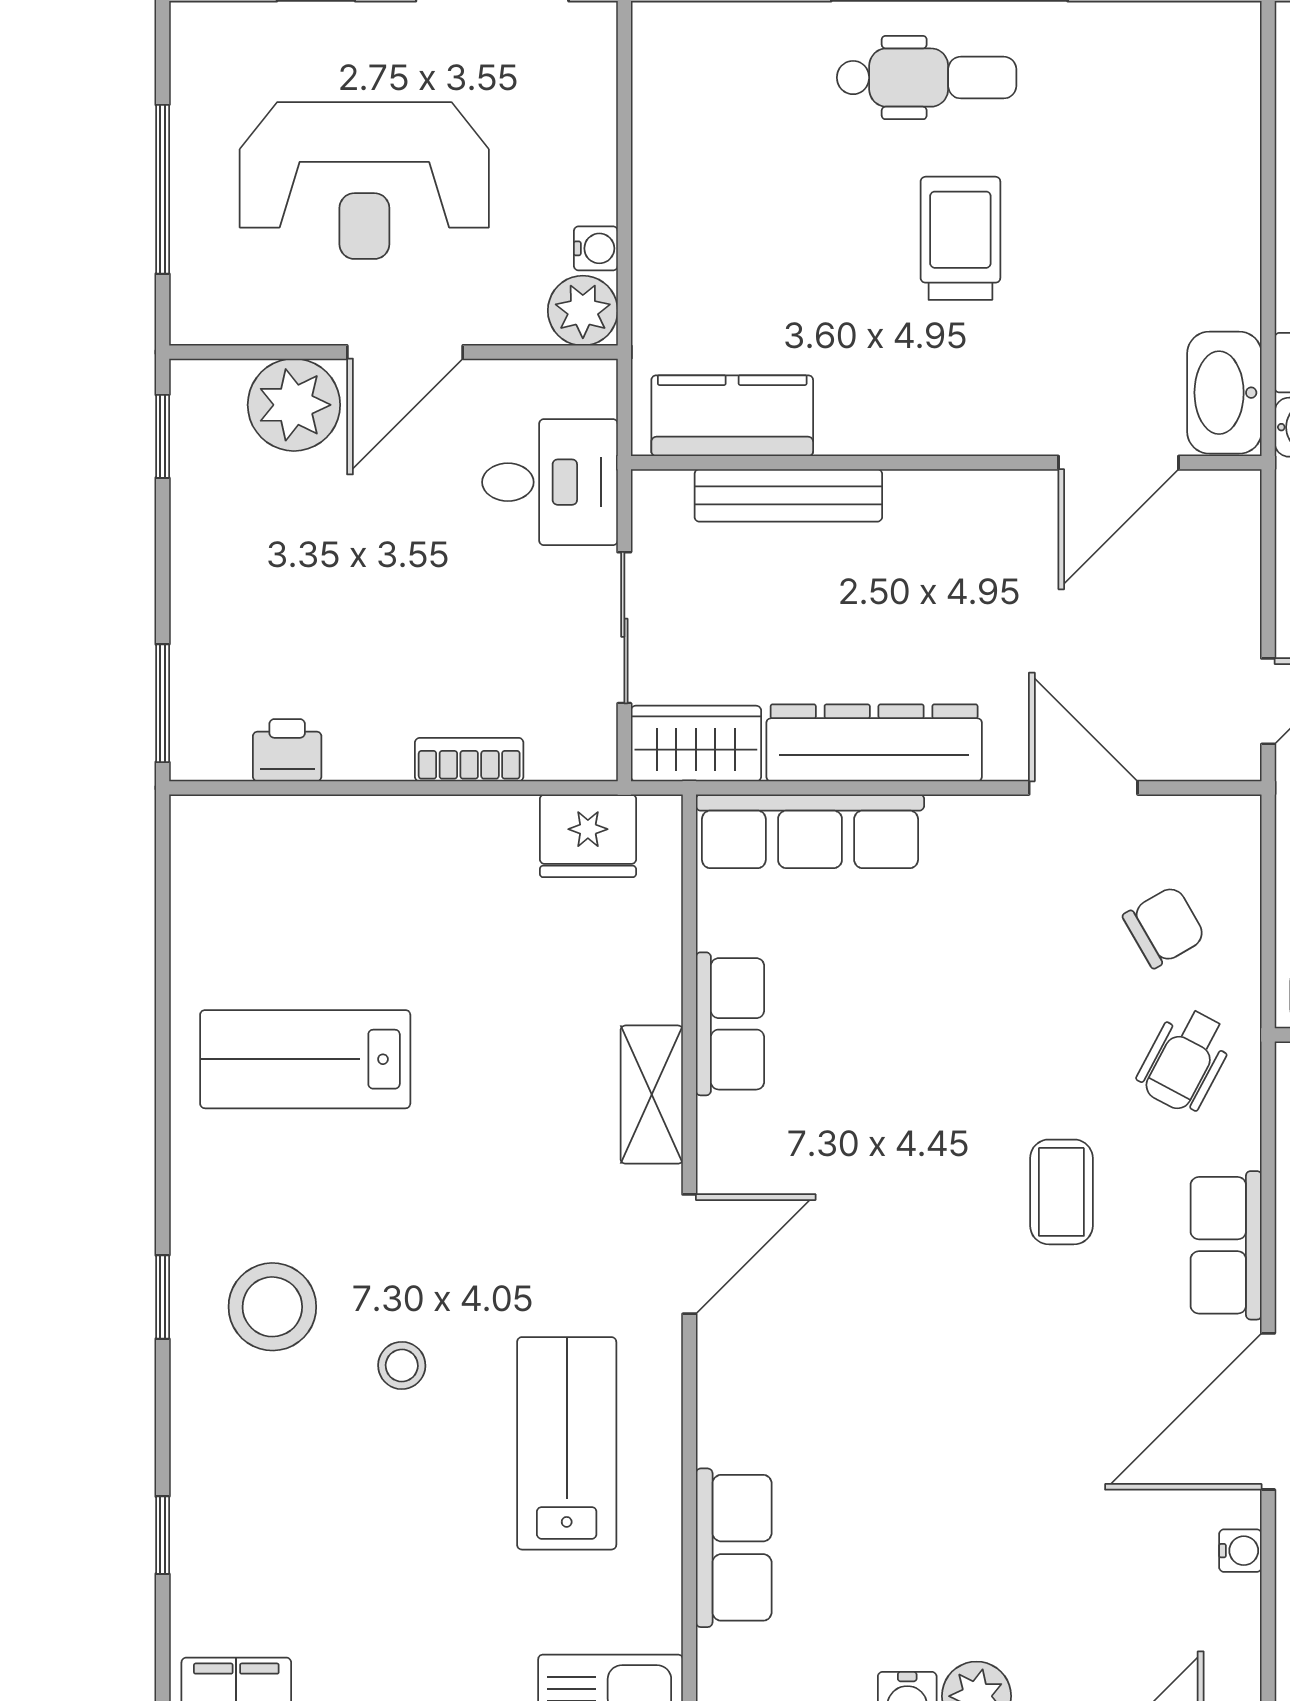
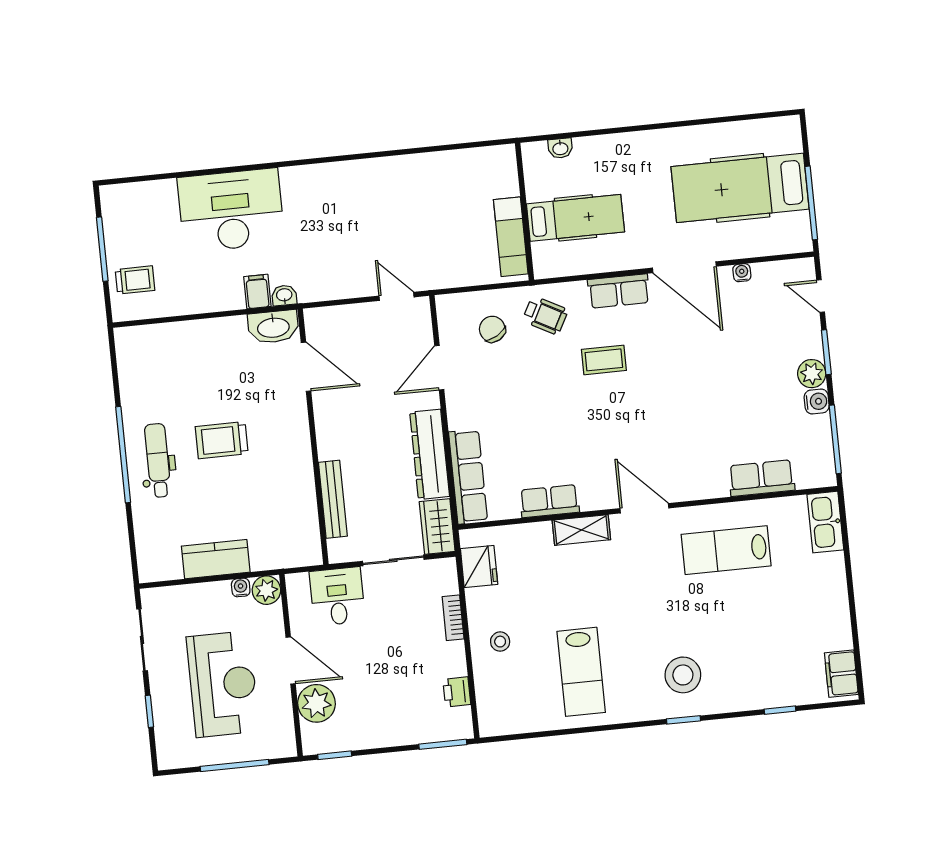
kitchen counter: (732, 416) -> (216, 559), moved, turned 90
stool: (402, 1365) -> (500, 642), moved

